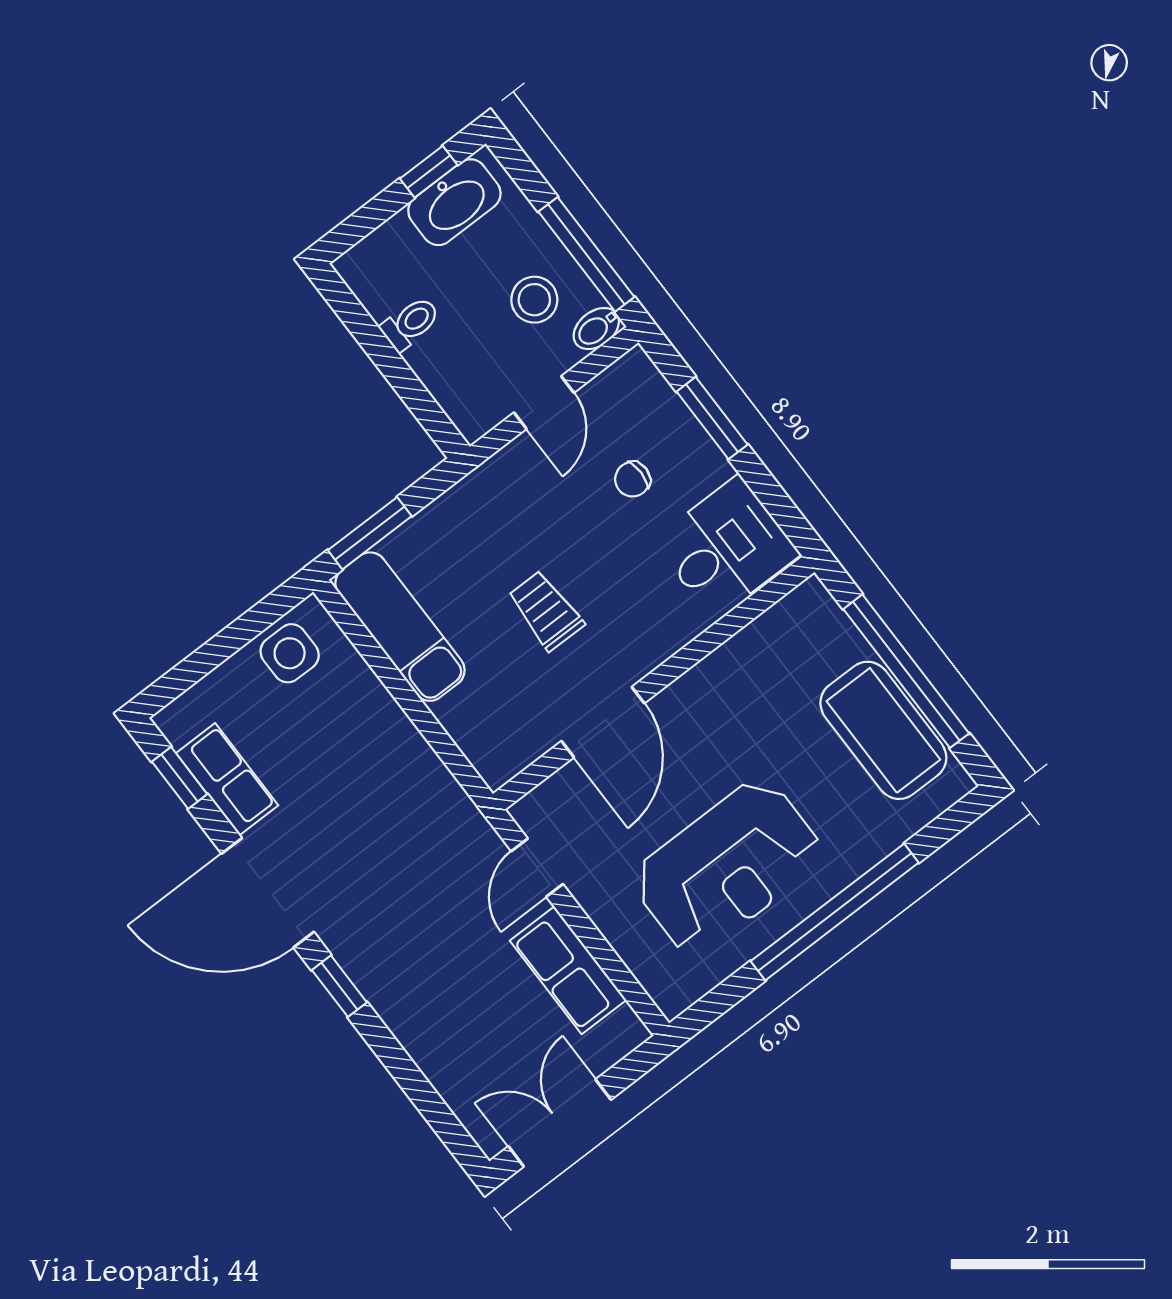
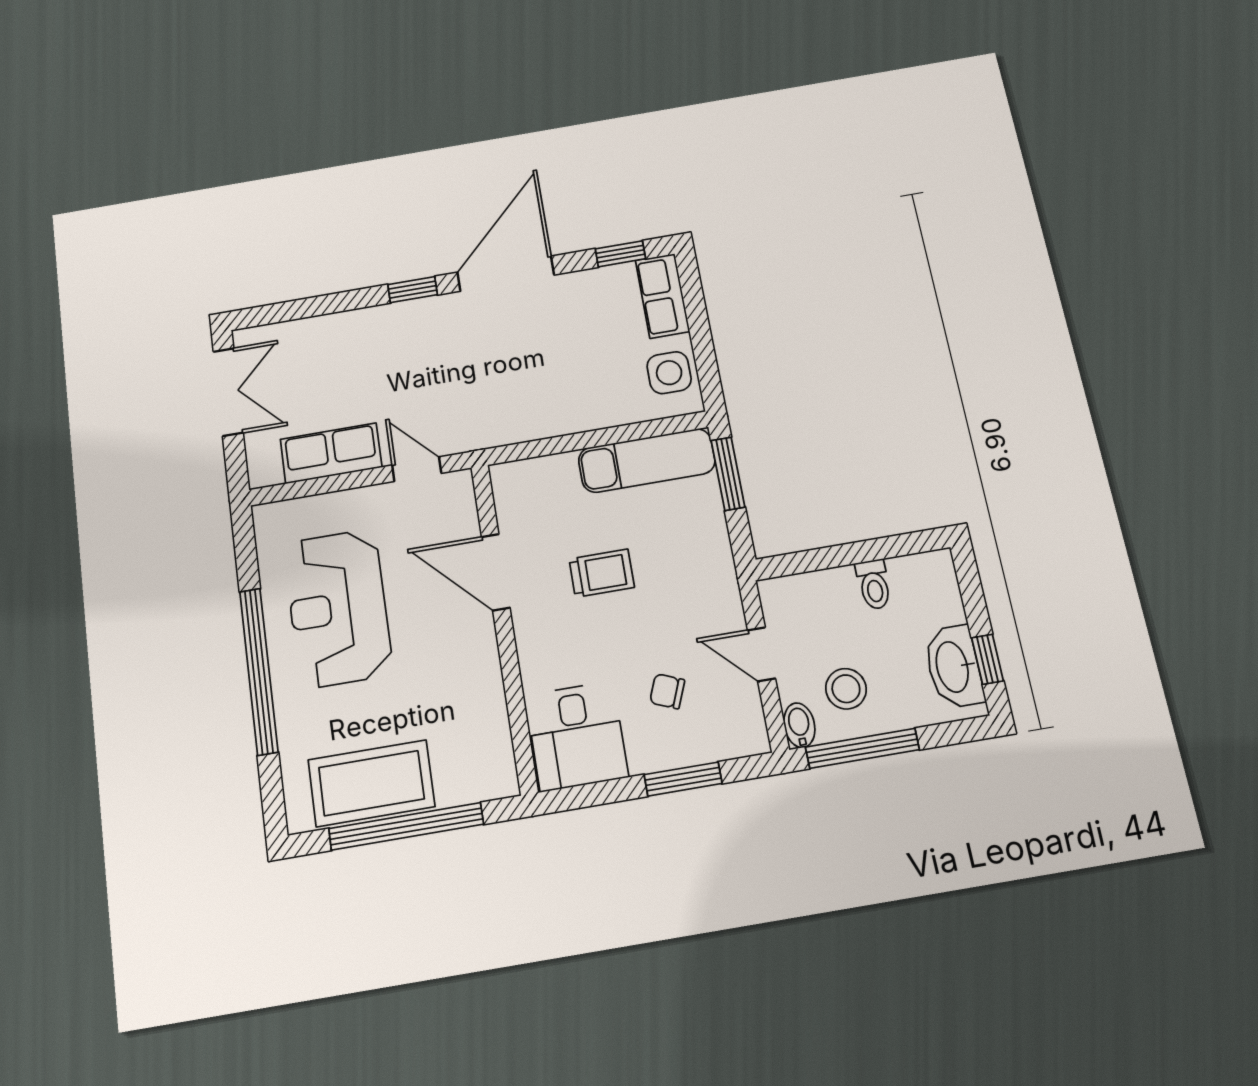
chair: (632, 479) -> (667, 691), turned -69
row of seats: (227, 779) -> (662, 296), moved, turned 90

